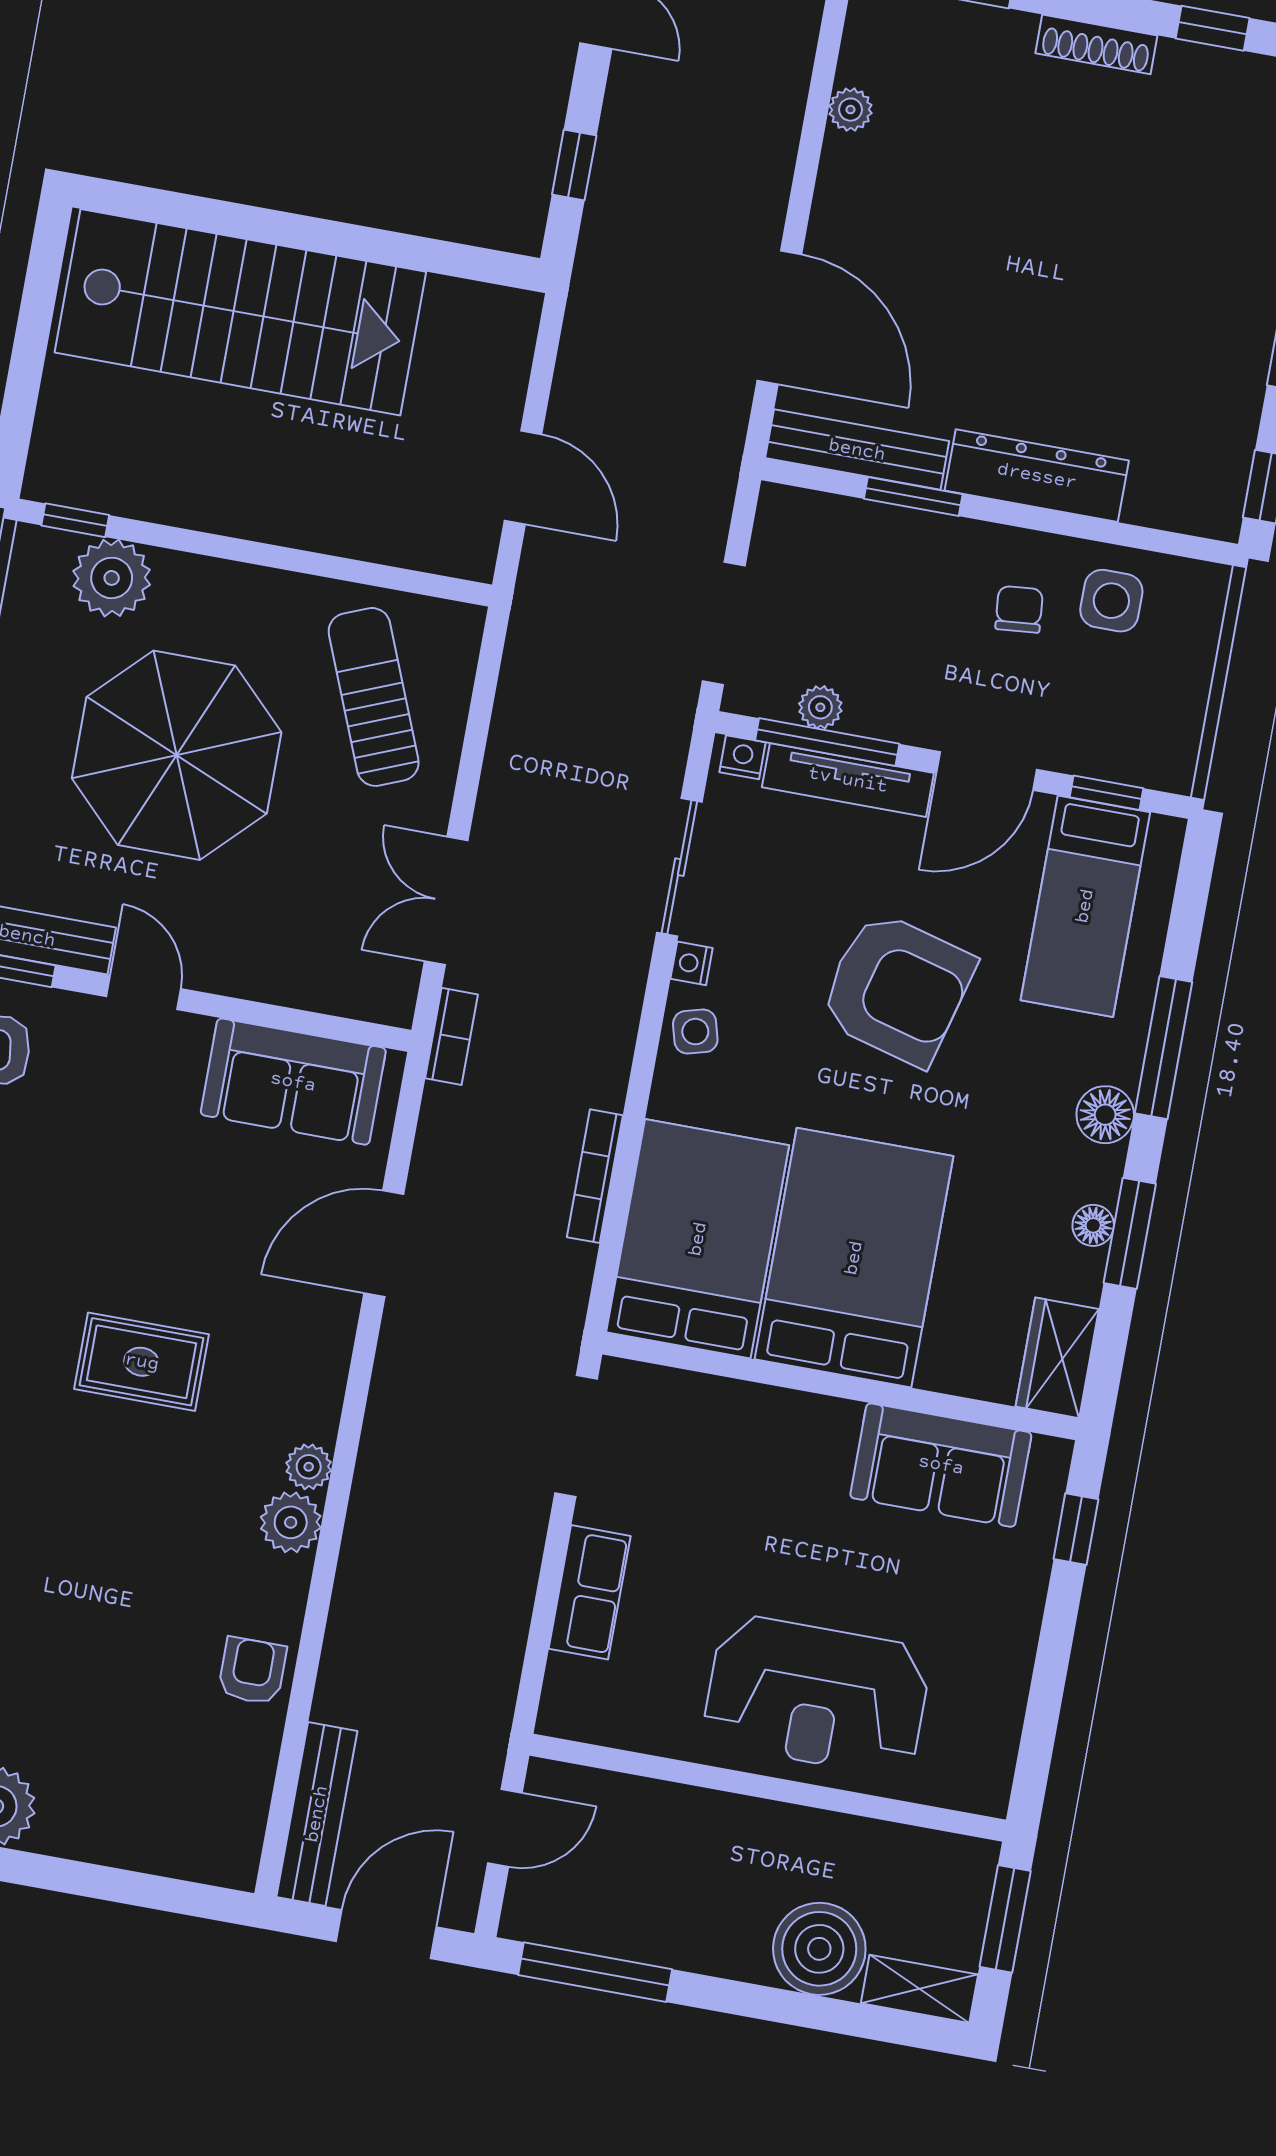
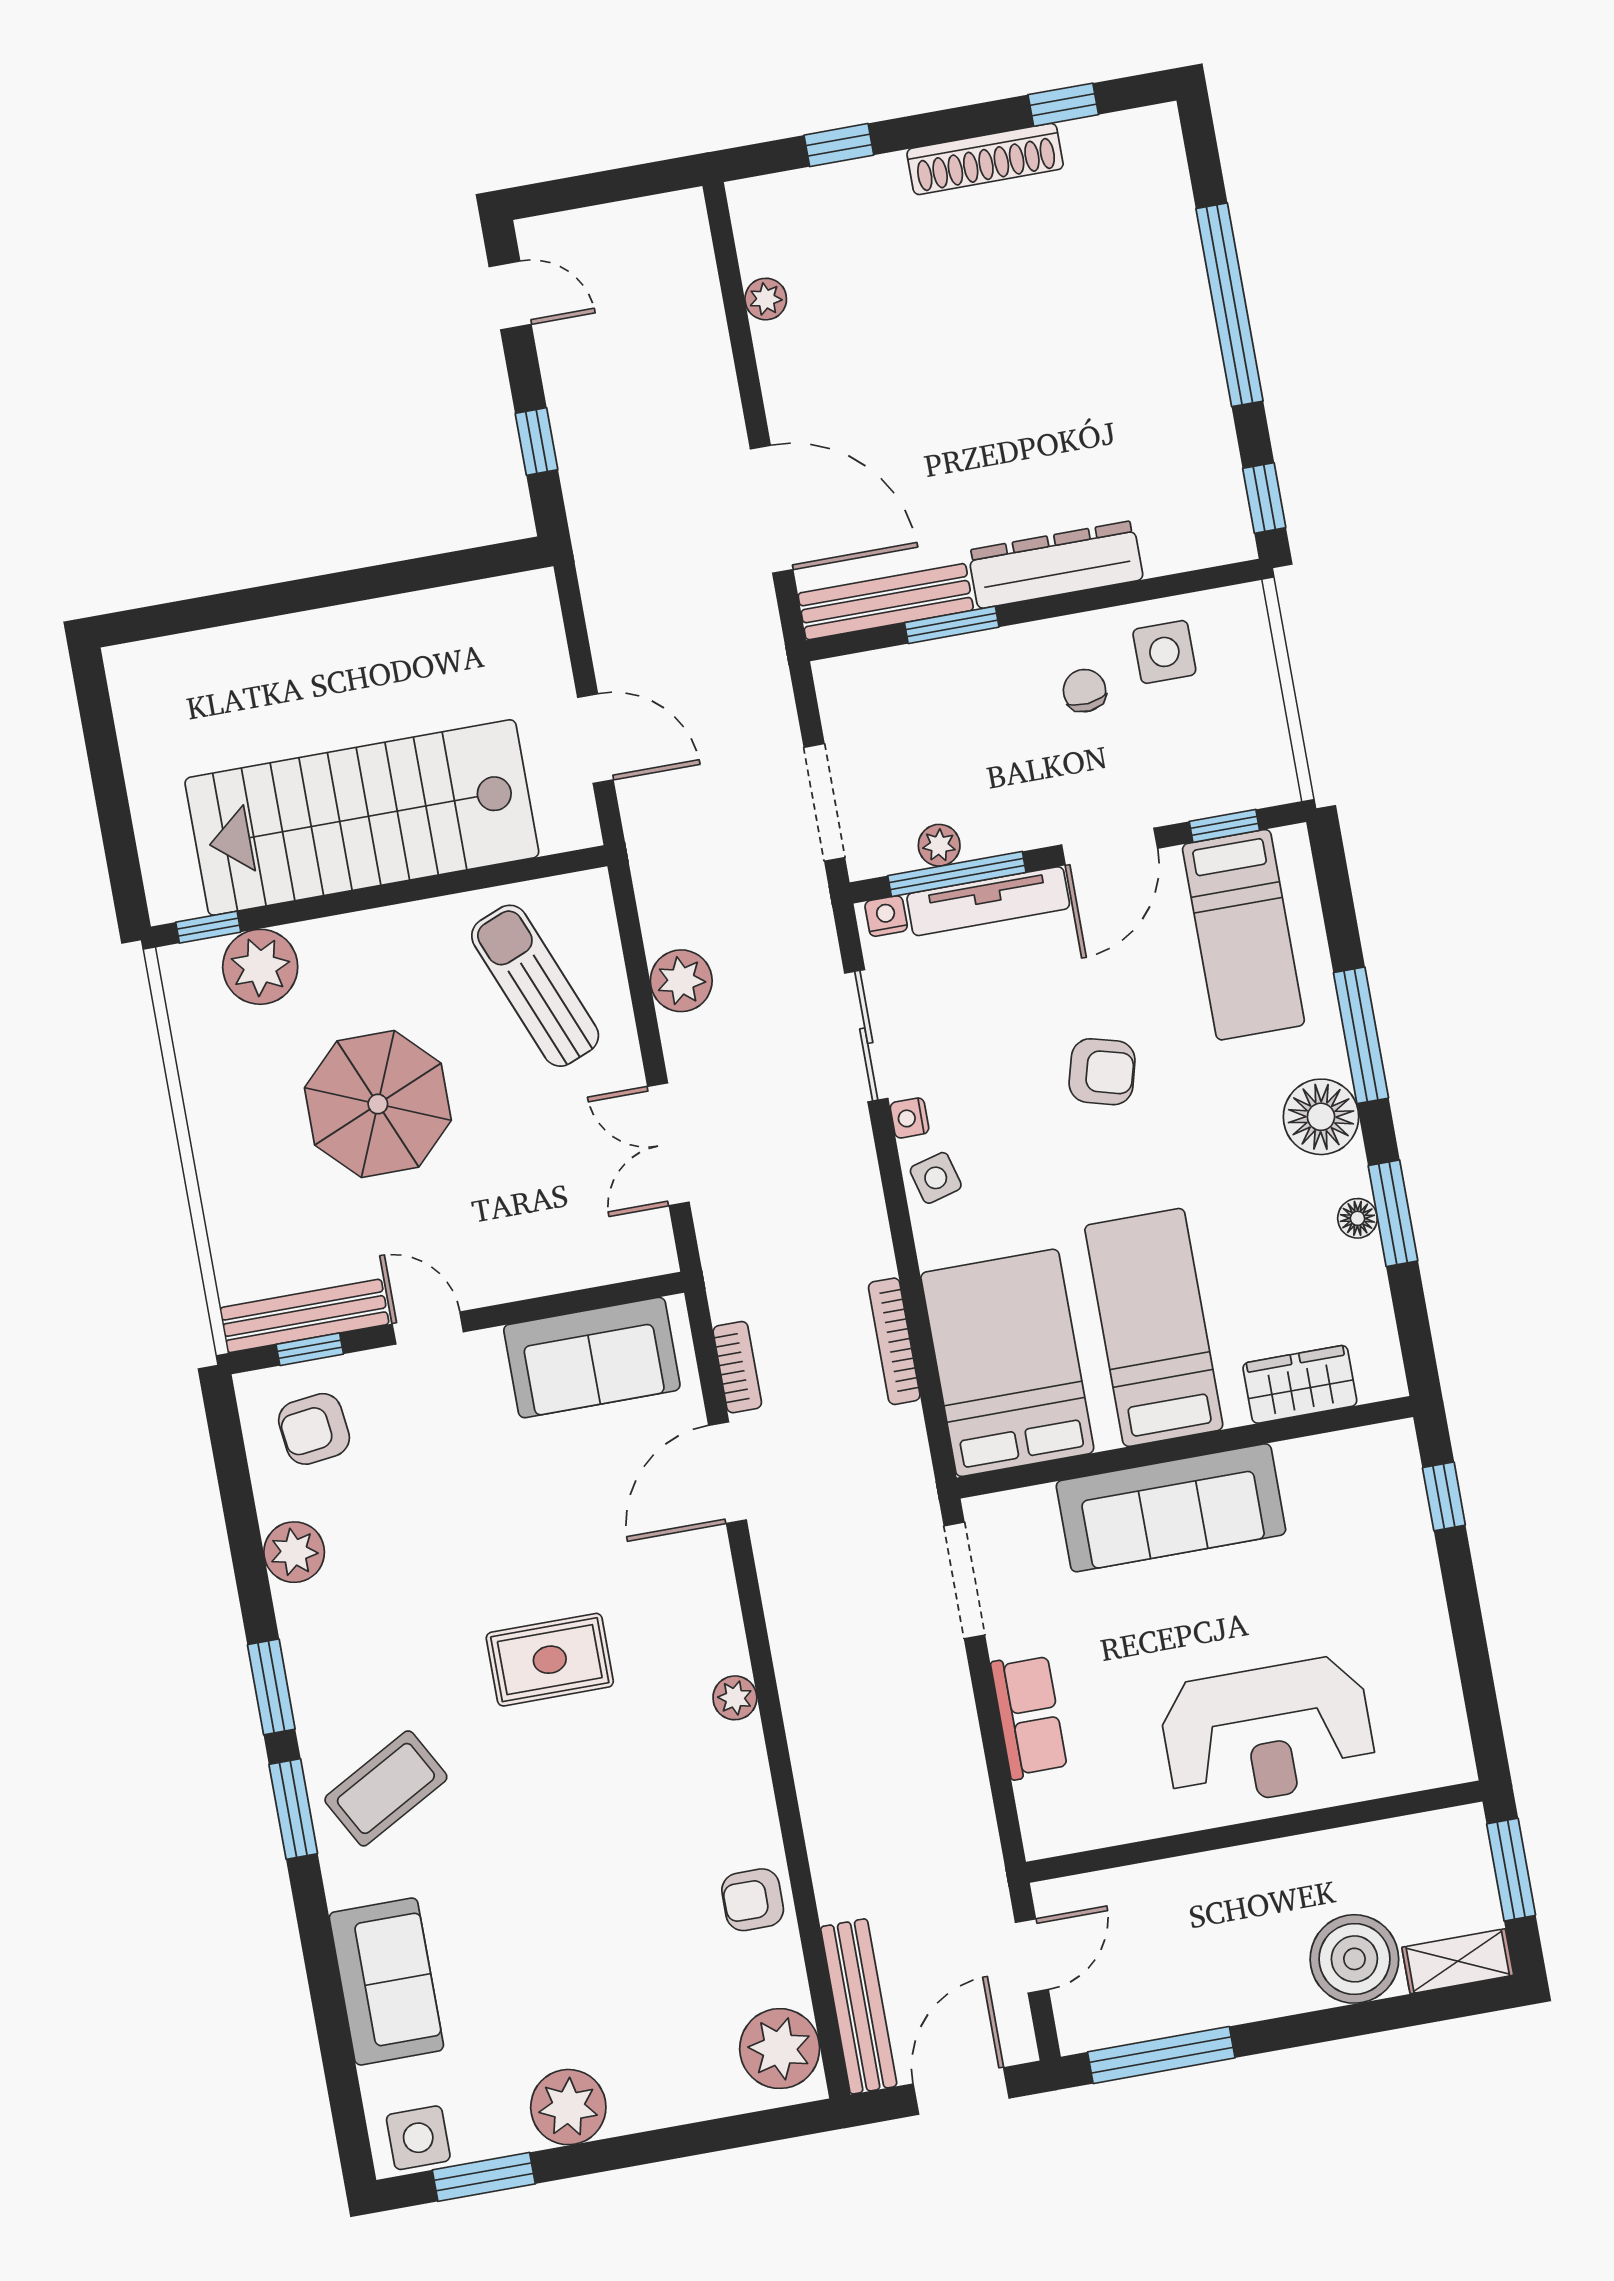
shoe rack: (1096, 44) -> (985, 159), width x1.36, depth x1.24
stairs: (240, 312) -> (362, 818), moved, turned 180
plant: (518, 746) -> (681, 981), added
parasol: (177, 755) -> (378, 1104), width x0.73, depth x0.73
armchair: (897, 988) -> (1102, 1072), width x0.53, depth x0.53
bookcase: (452, 1036) -> (737, 1367), moved
floor lamp: (1105, 1115) -> (1321, 1117), width x1.38, depth x1.38
bed: (854, 1258) -> (1154, 1327), width x0.67
wardrobe: (1057, 1358) -> (1300, 1384), moved, turned 90
sofa: (941, 1465) -> (1171, 1508), moved, width x1.36
plant: (291, 1522) -> (780, 2049), moved, width x1.36, depth x1.36
armchair: (252, 1671) -> (753, 1900), turned -90

